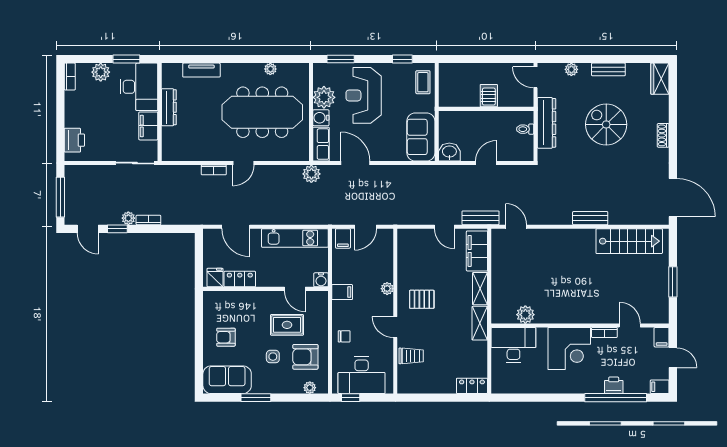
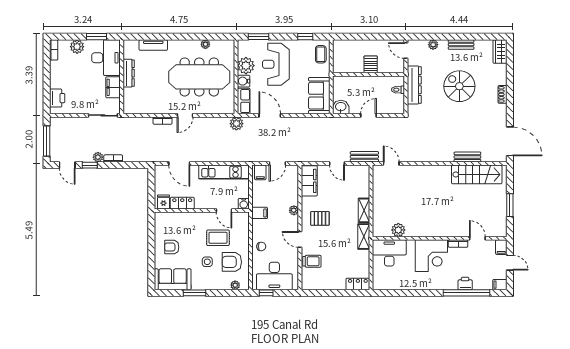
bench: (590, 218) -> (467, 157), moved
filing cabinet: (477, 251) -> (309, 181), moved, turned 180

